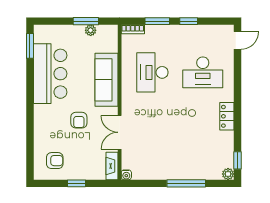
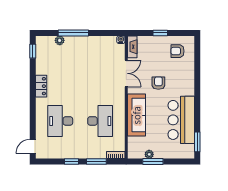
desk: (203, 72) -> (60, 121), turned -90
plant: (228, 174) -> (60, 40), moved

